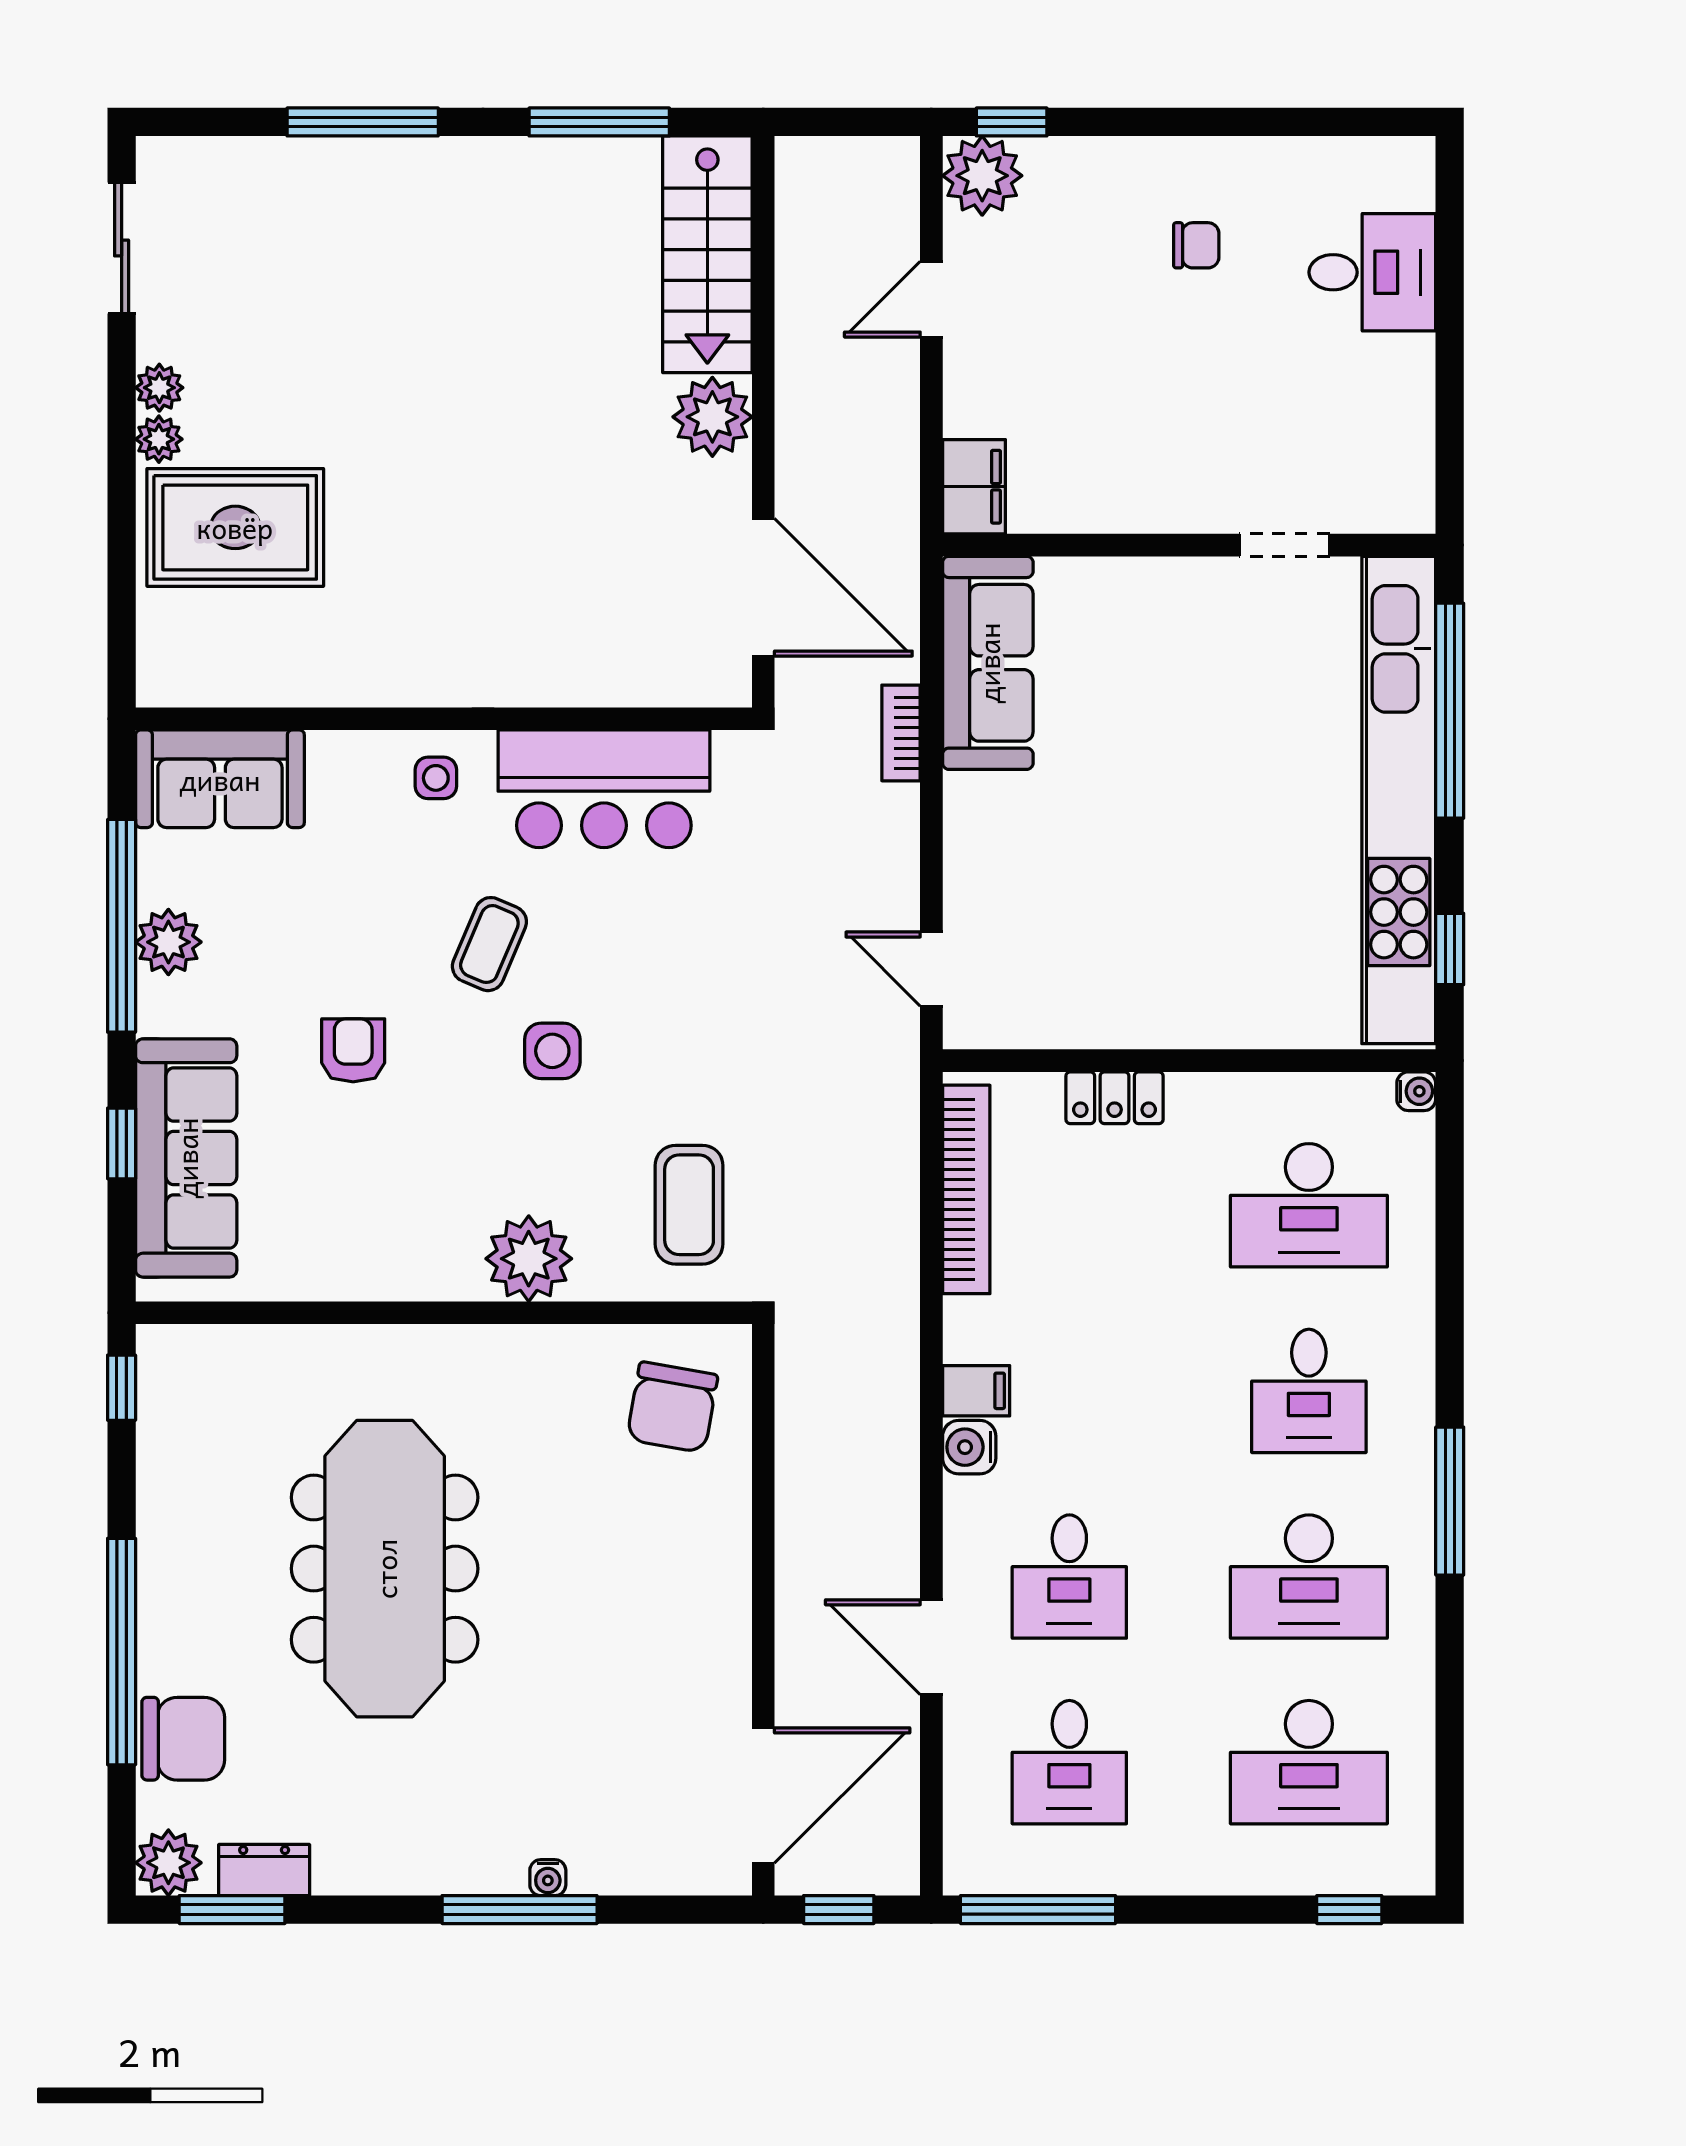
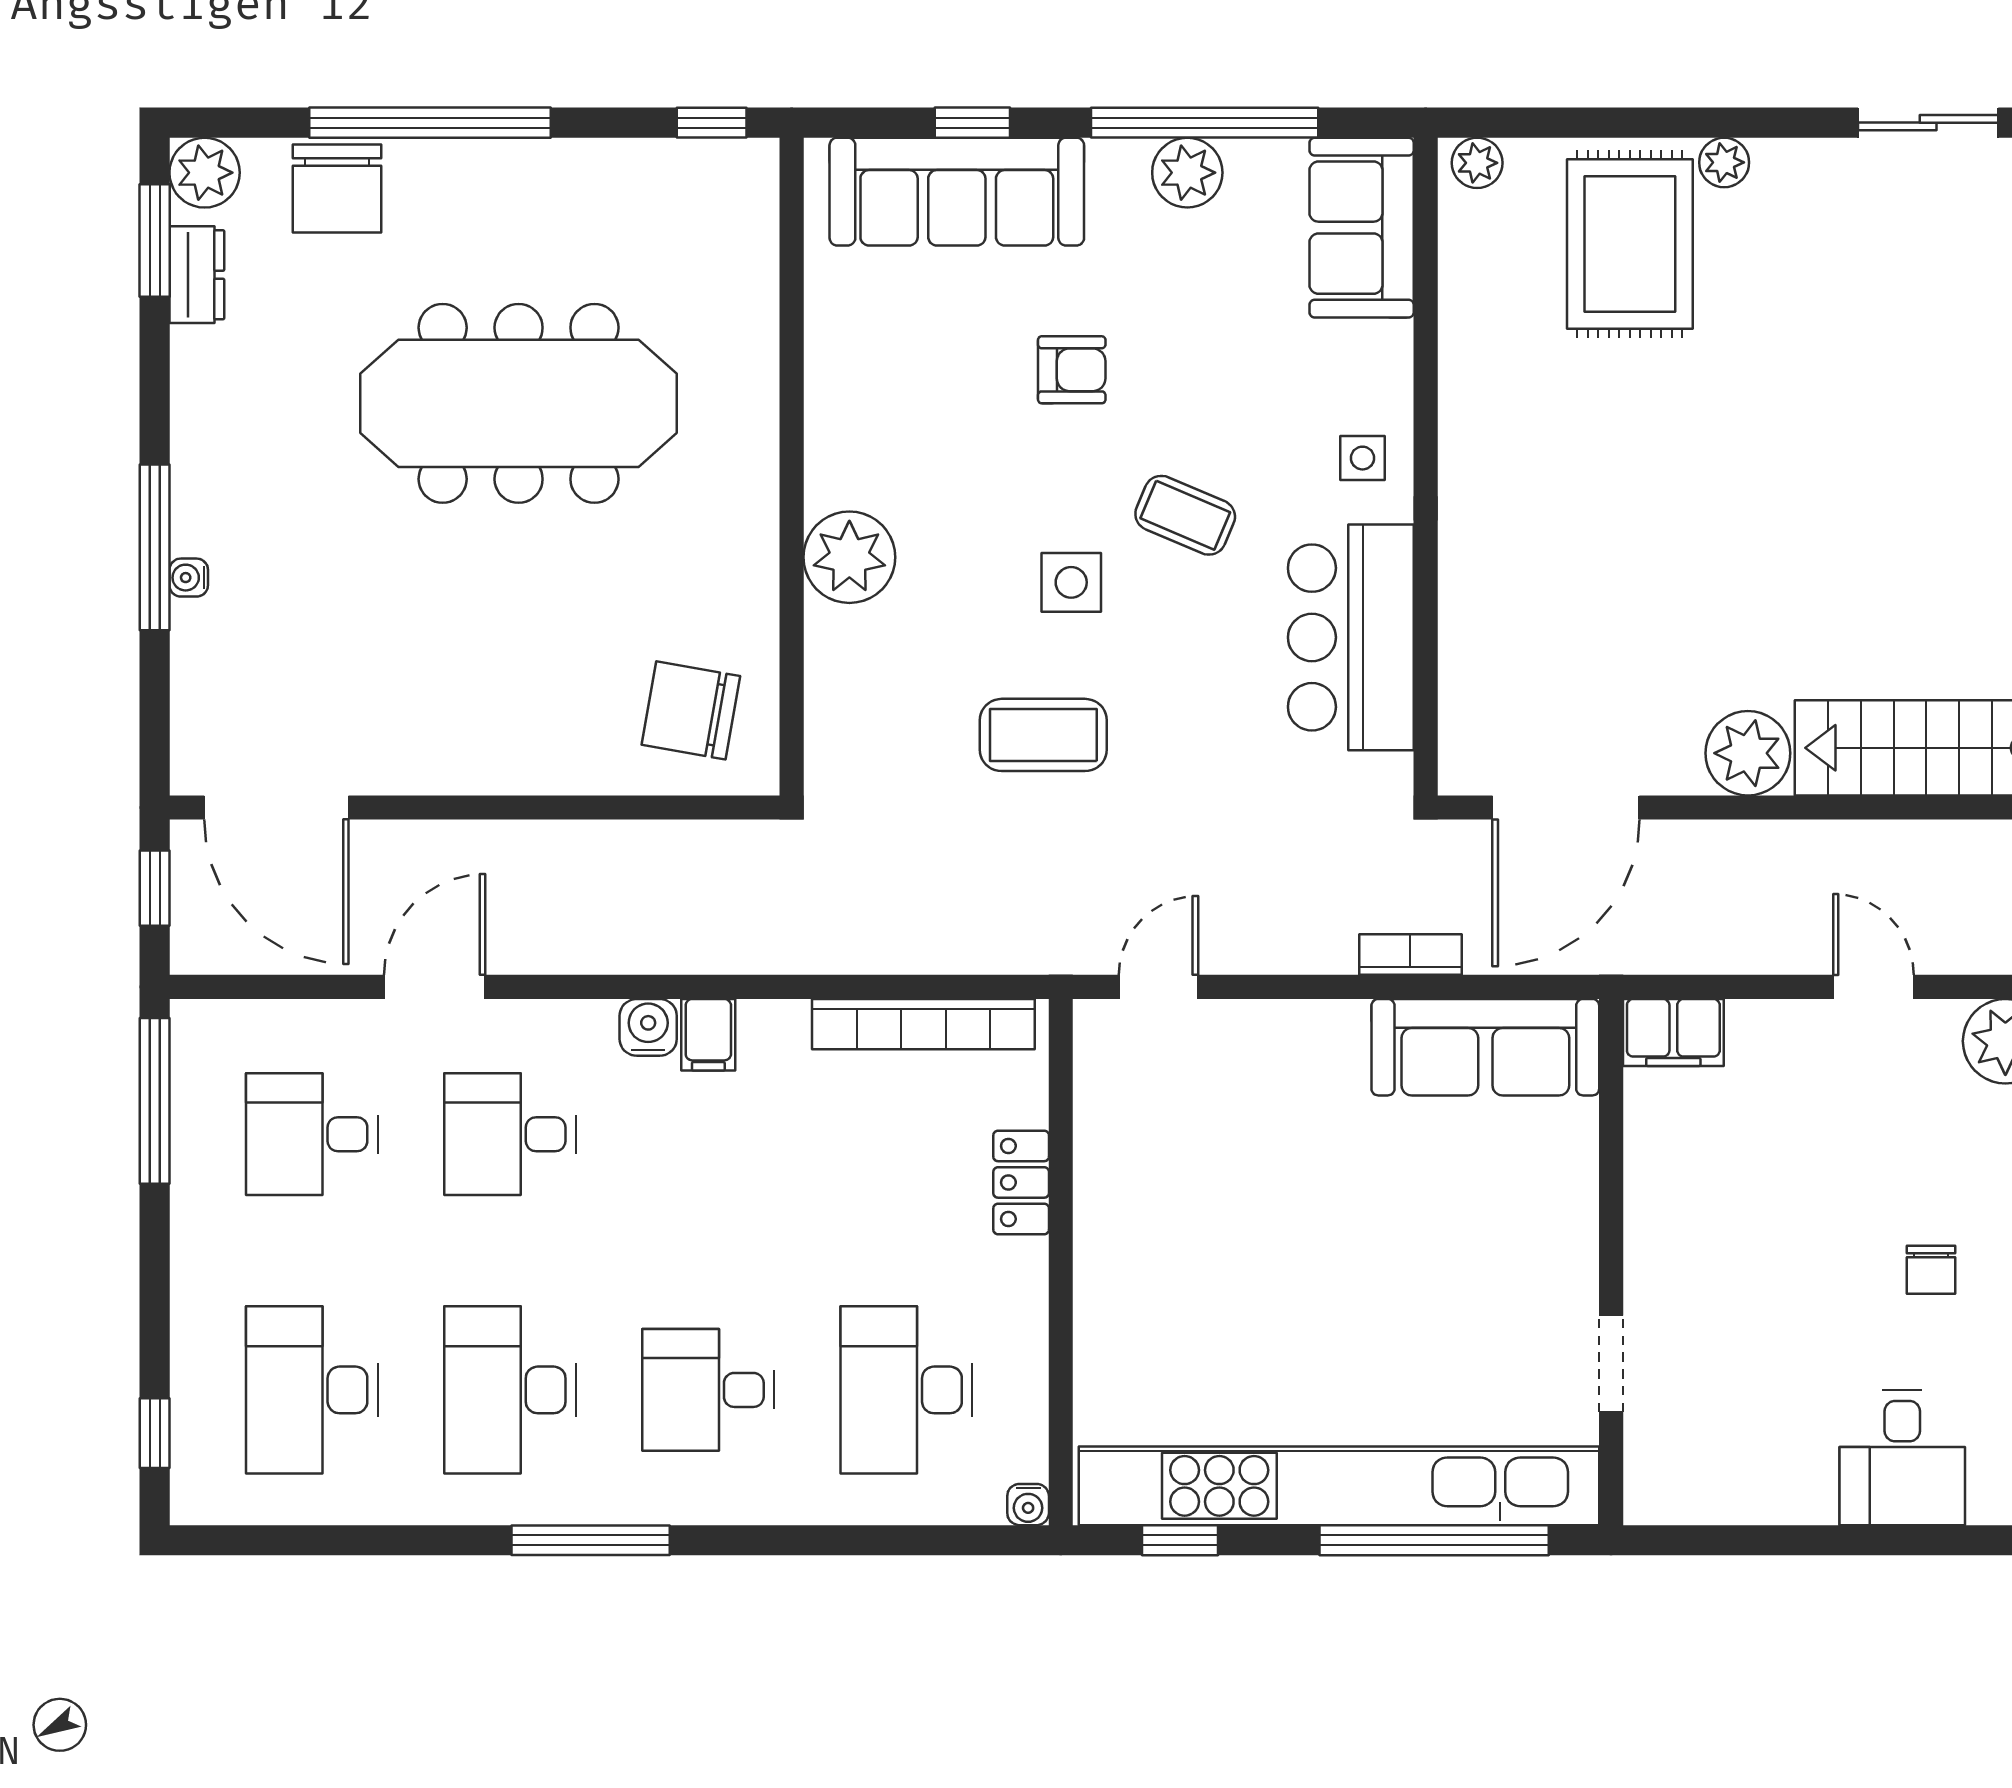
plant: (159, 388) -> (1477, 163), moved
coffee table: (689, 1205) -> (1043, 735), moved

